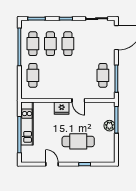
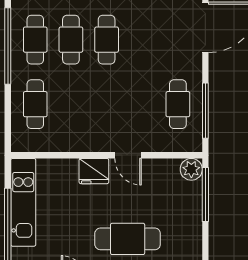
plant: (109, 126) -> (191, 169), moved

